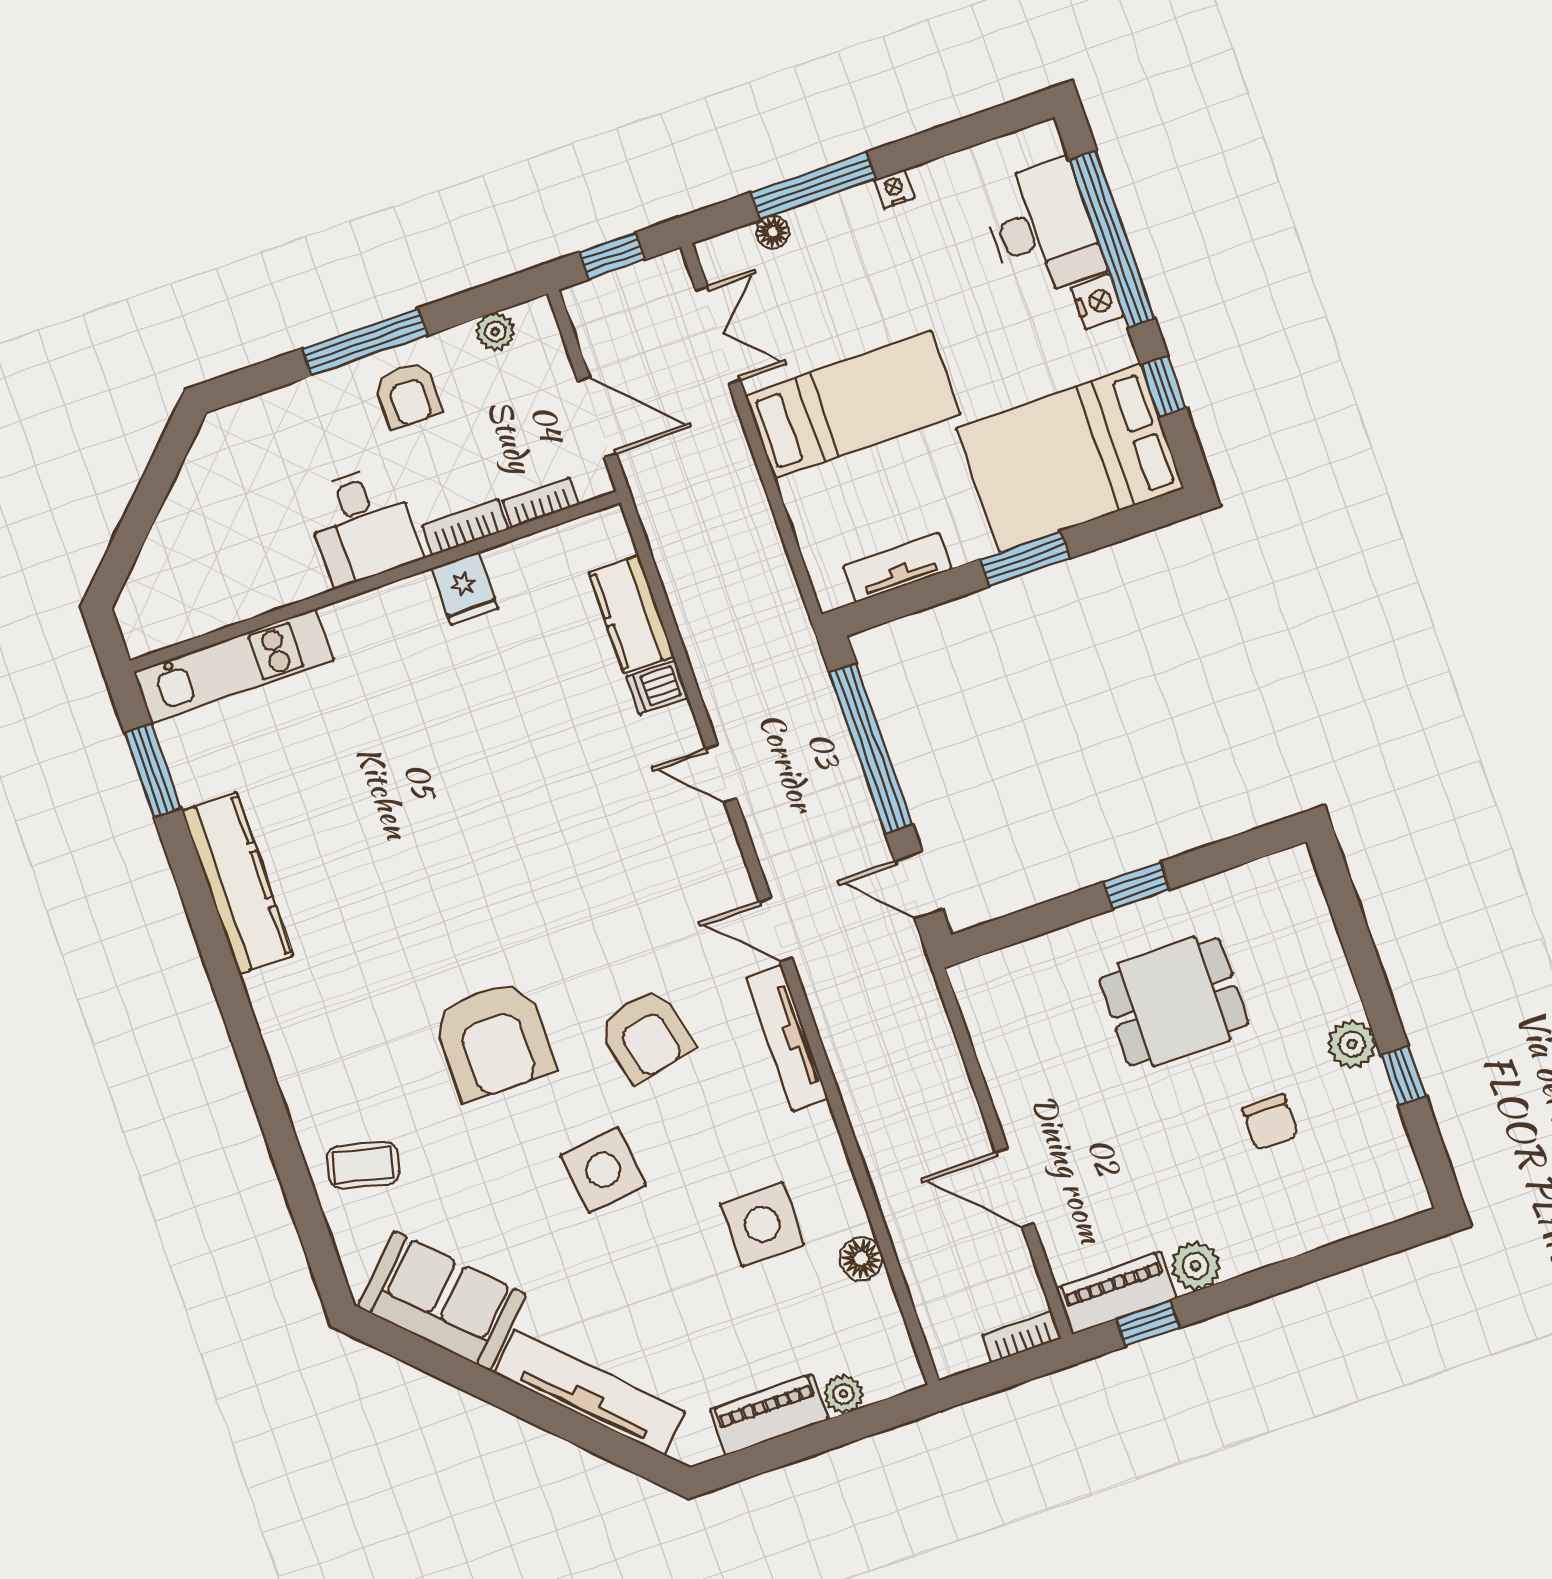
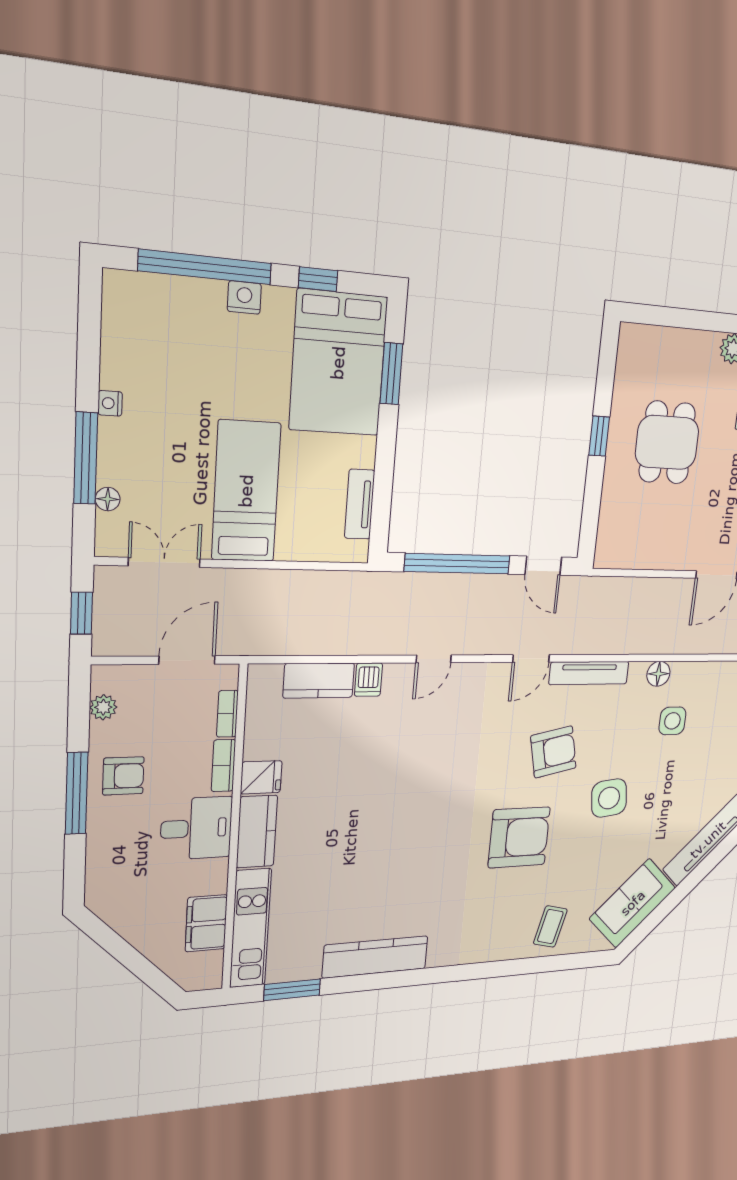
desk: (1042, 228) -> (179, 312), removed
window: (1025, 559) -> (391, 374), moved
filing cabinet: (225, 597) -> (206, 923), added
kitchen counter: (383, 615) -> (257, 832), added
door: (918, 885) -> (543, 566), hinge flipped
side table: (762, 1224) -> (672, 721), width x0.73, depth x0.73
floor lamp: (861, 1259) -> (658, 674), moved

